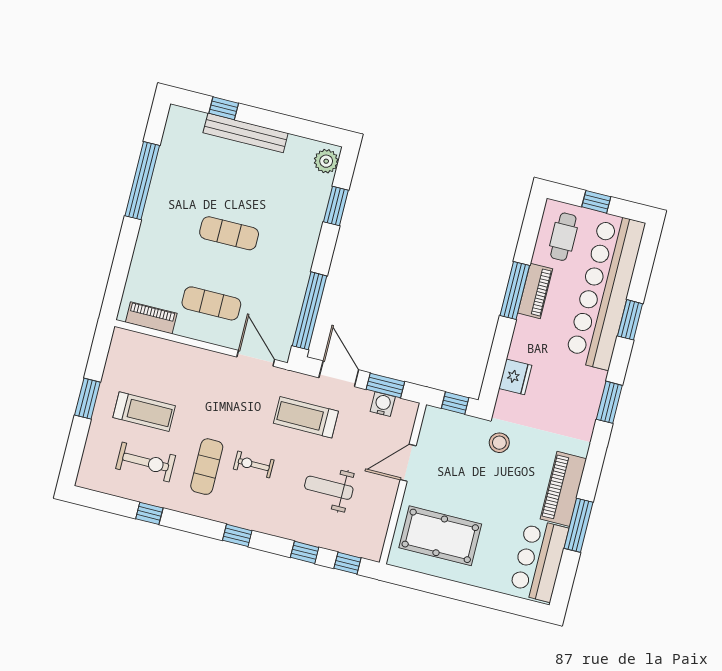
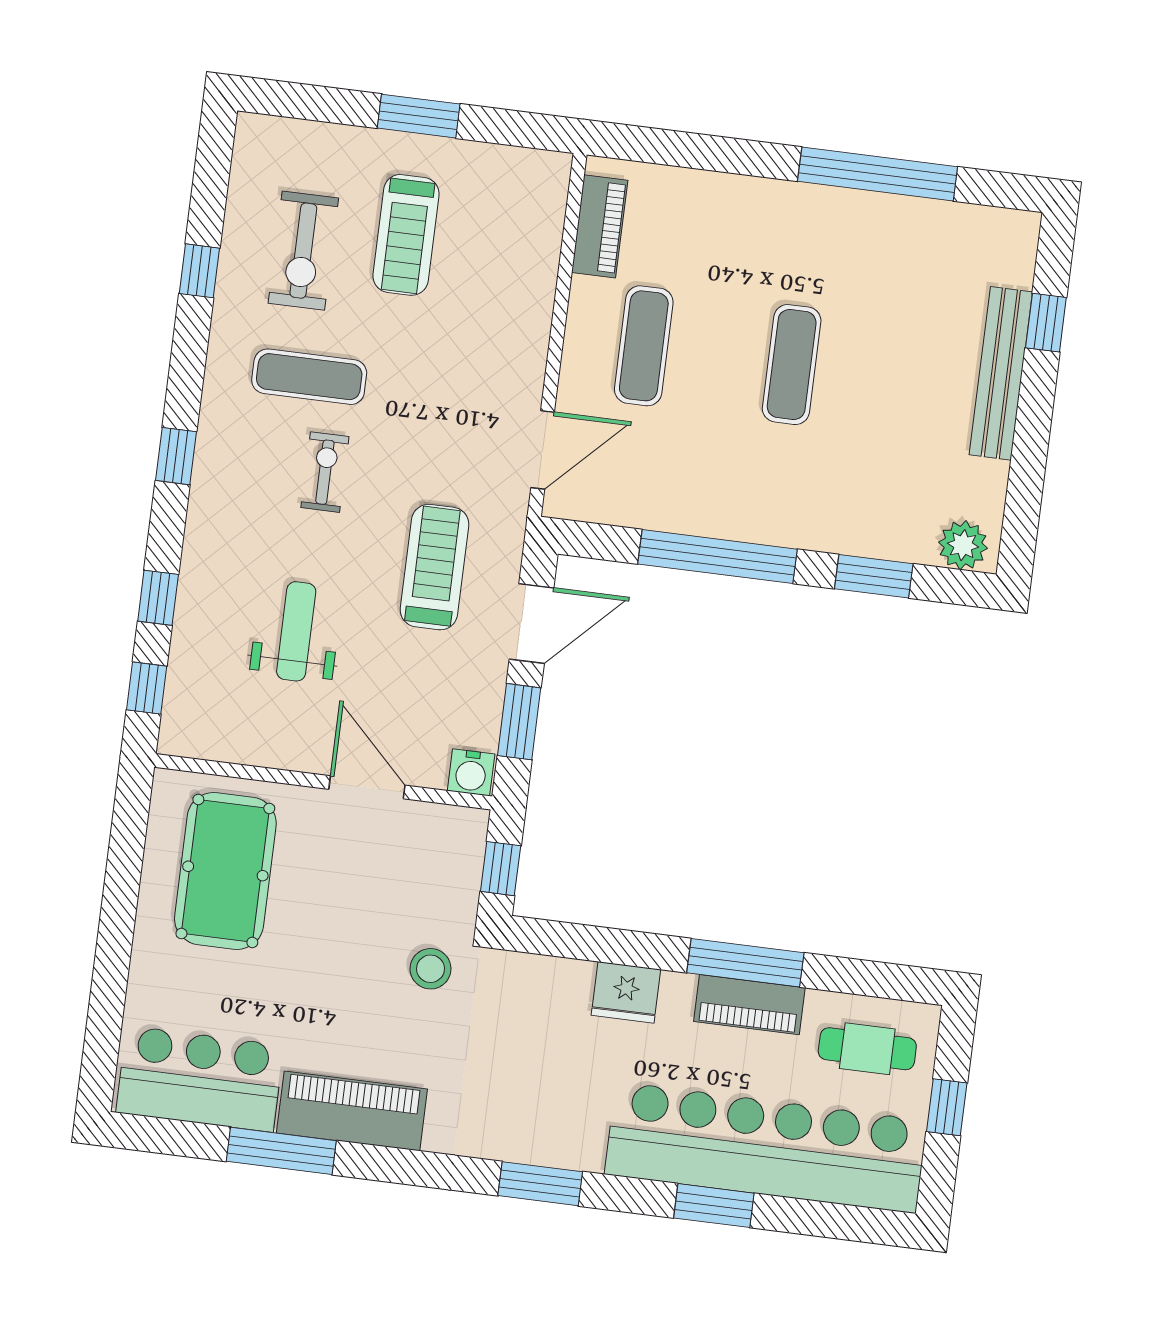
window: (310, 311) -> (717, 557), moved
fridge: (515, 377) -> (626, 992), moved
water cooler: (383, 404) -> (471, 772), moved, turned 90

